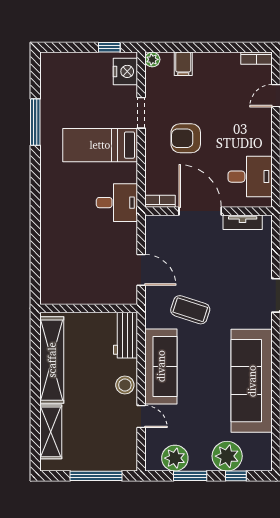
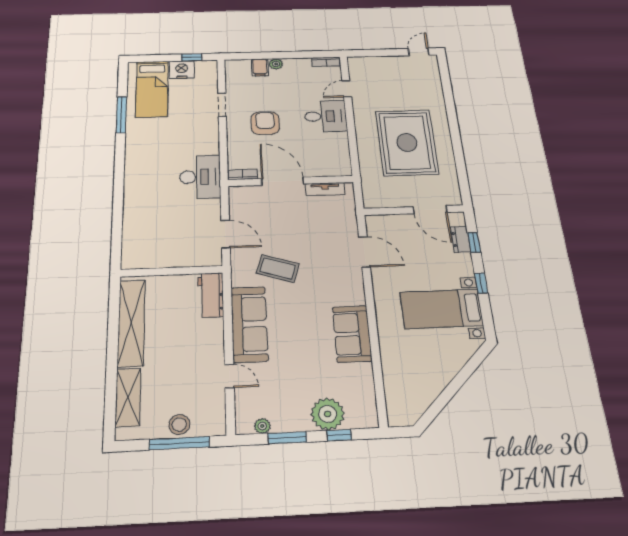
plant: (152, 59) -> (276, 64), moved
nightstand: (125, 71) -> (182, 70), moved, turned -90
armchair: (186, 138) -> (265, 123), turned 90
bed: (100, 145) -> (152, 89), moved, turned -90
desk: (250, 177) -> (326, 116), moved
desk: (117, 203) -> (200, 177), width x1.37
sofa: (252, 381) -> (352, 334), width x0.54, depth x0.79
stool: (125, 385) -> (179, 425), moved
plant: (175, 458) -> (262, 426), width x0.53, depth x0.53

